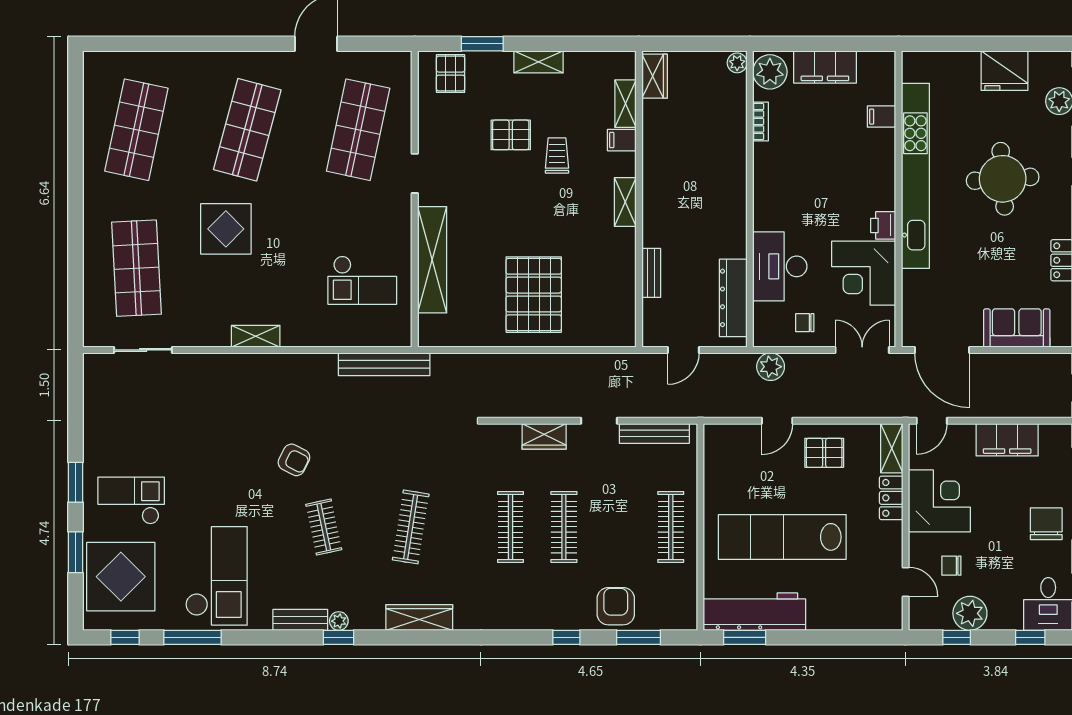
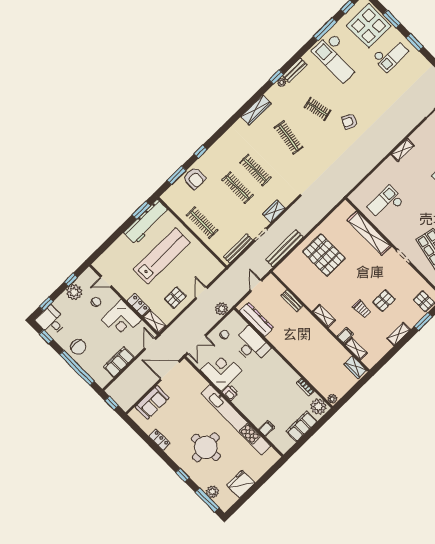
bench: (384, 364) -> (284, 248), moved

